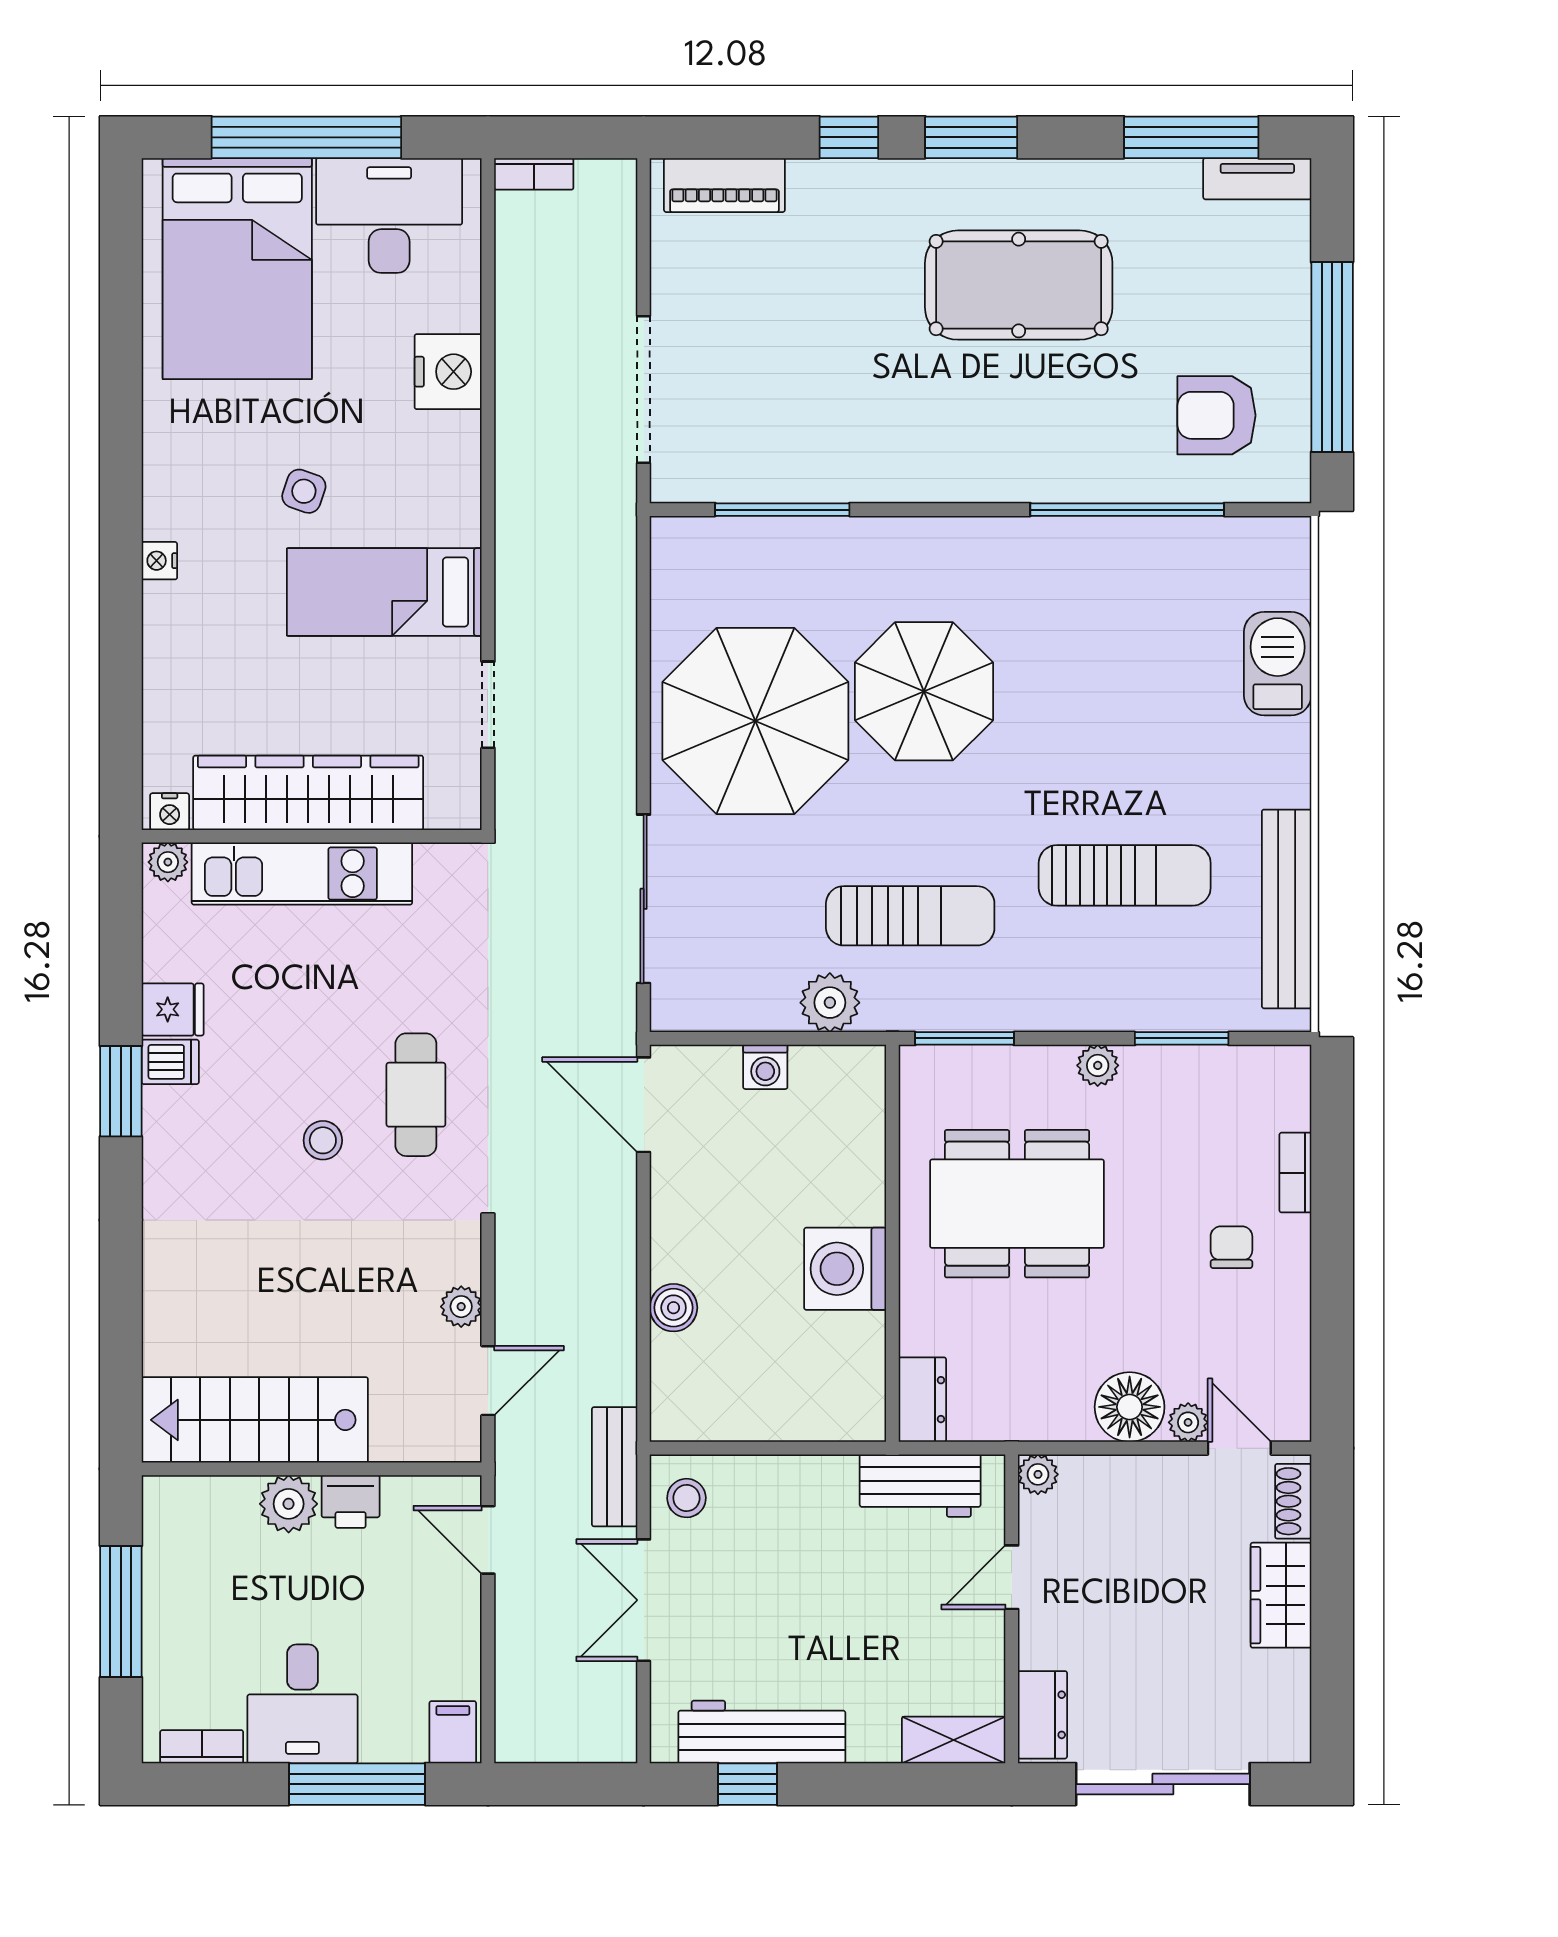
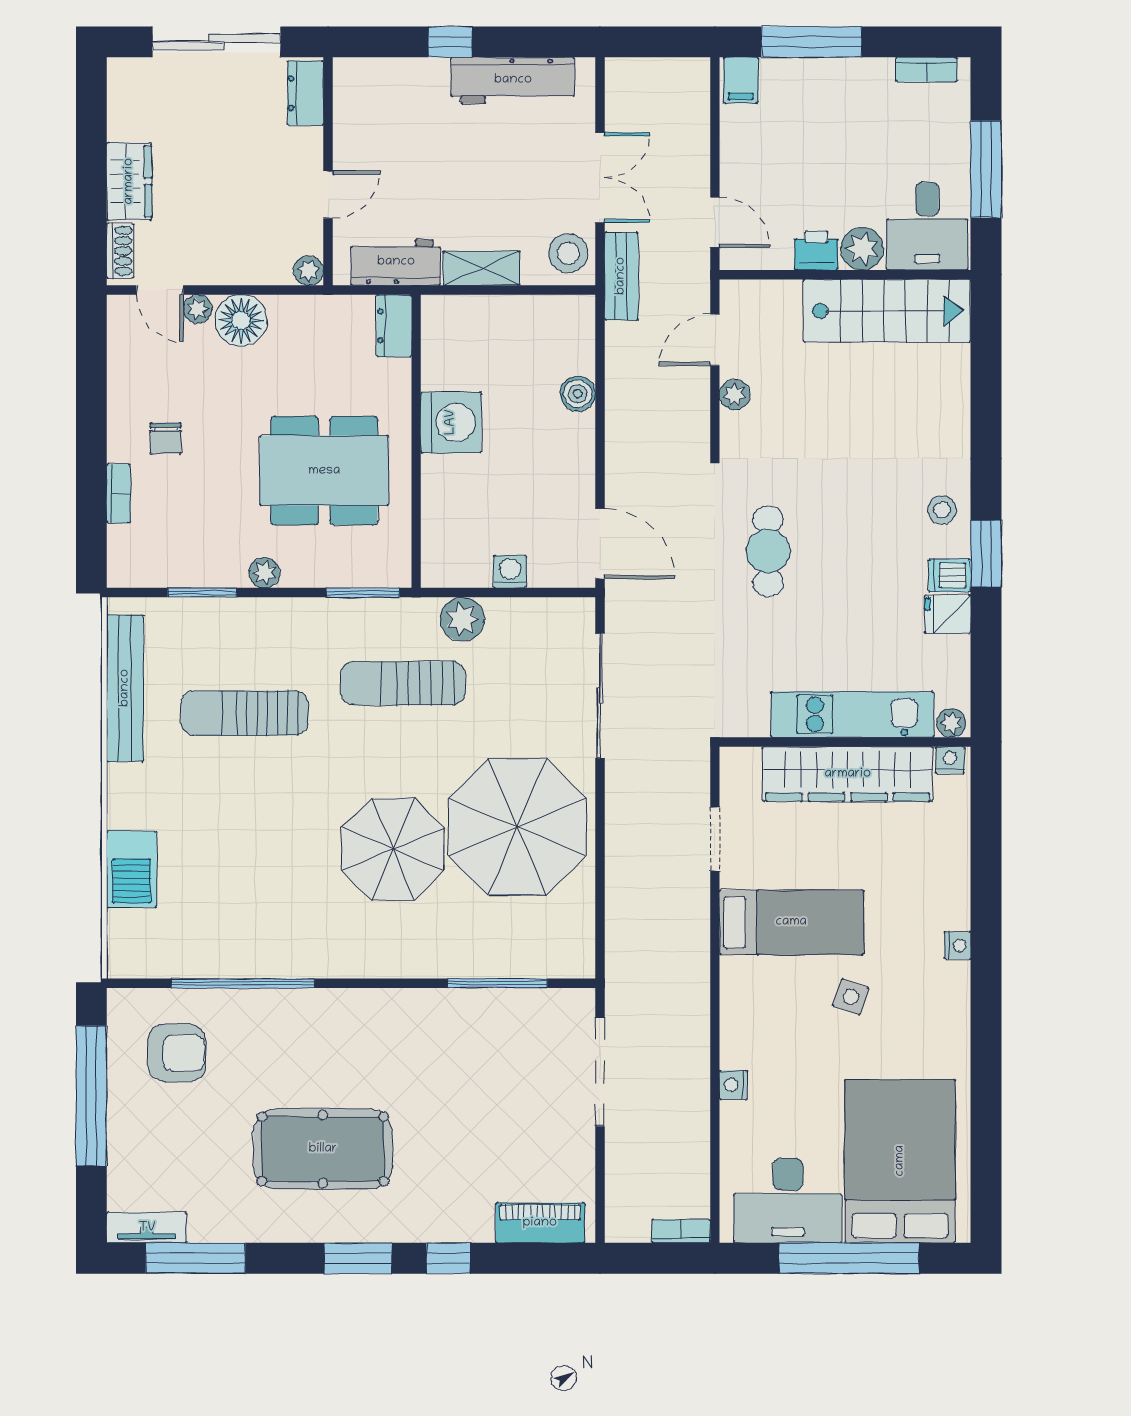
nightstand: (448, 372) -> (733, 1085), width x0.53, depth x0.56
stool: (323, 1140) -> (942, 510), moved
stool: (686, 1498) -> (568, 253), width x1.37, depth x1.37
desk: (302, 1704) -> (927, 226), moved, turned 180
shelving: (954, 1740) -> (482, 268), moved
window: (748, 1784) -> (450, 42), moved

